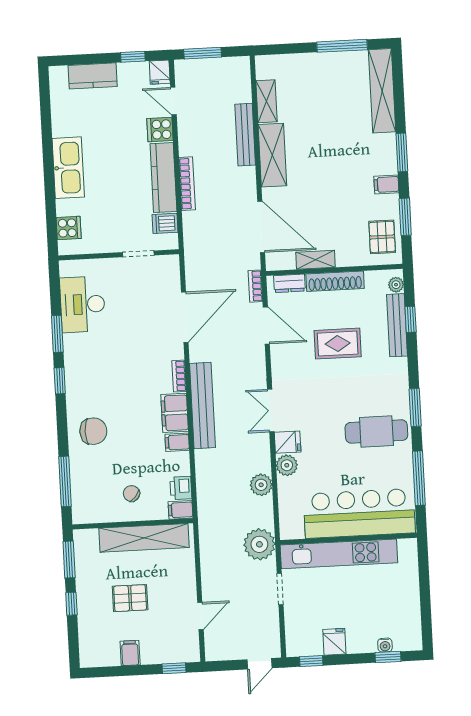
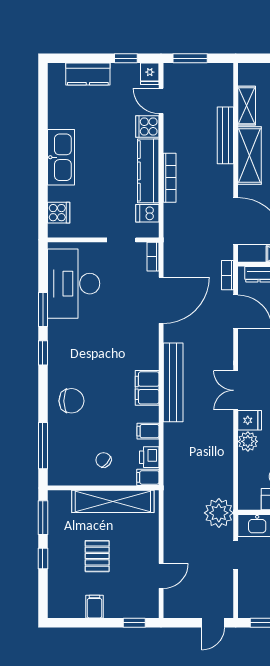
desk: (83, 304) -> (74, 284), width x1.36, depth x1.30
bookcase: (179, 376) -> (153, 257), moved
filing cabinet: (177, 442) -> (148, 431), moved
plant: (261, 485) -> (223, 458), removed
pallet: (130, 598) -> (97, 556), turned 90

